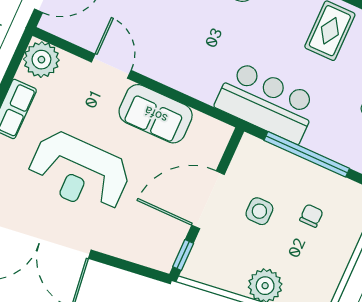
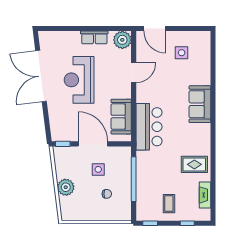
bar counter: (267, 102) -> (149, 127), moved
sofa: (156, 114) -> (121, 117), moved

